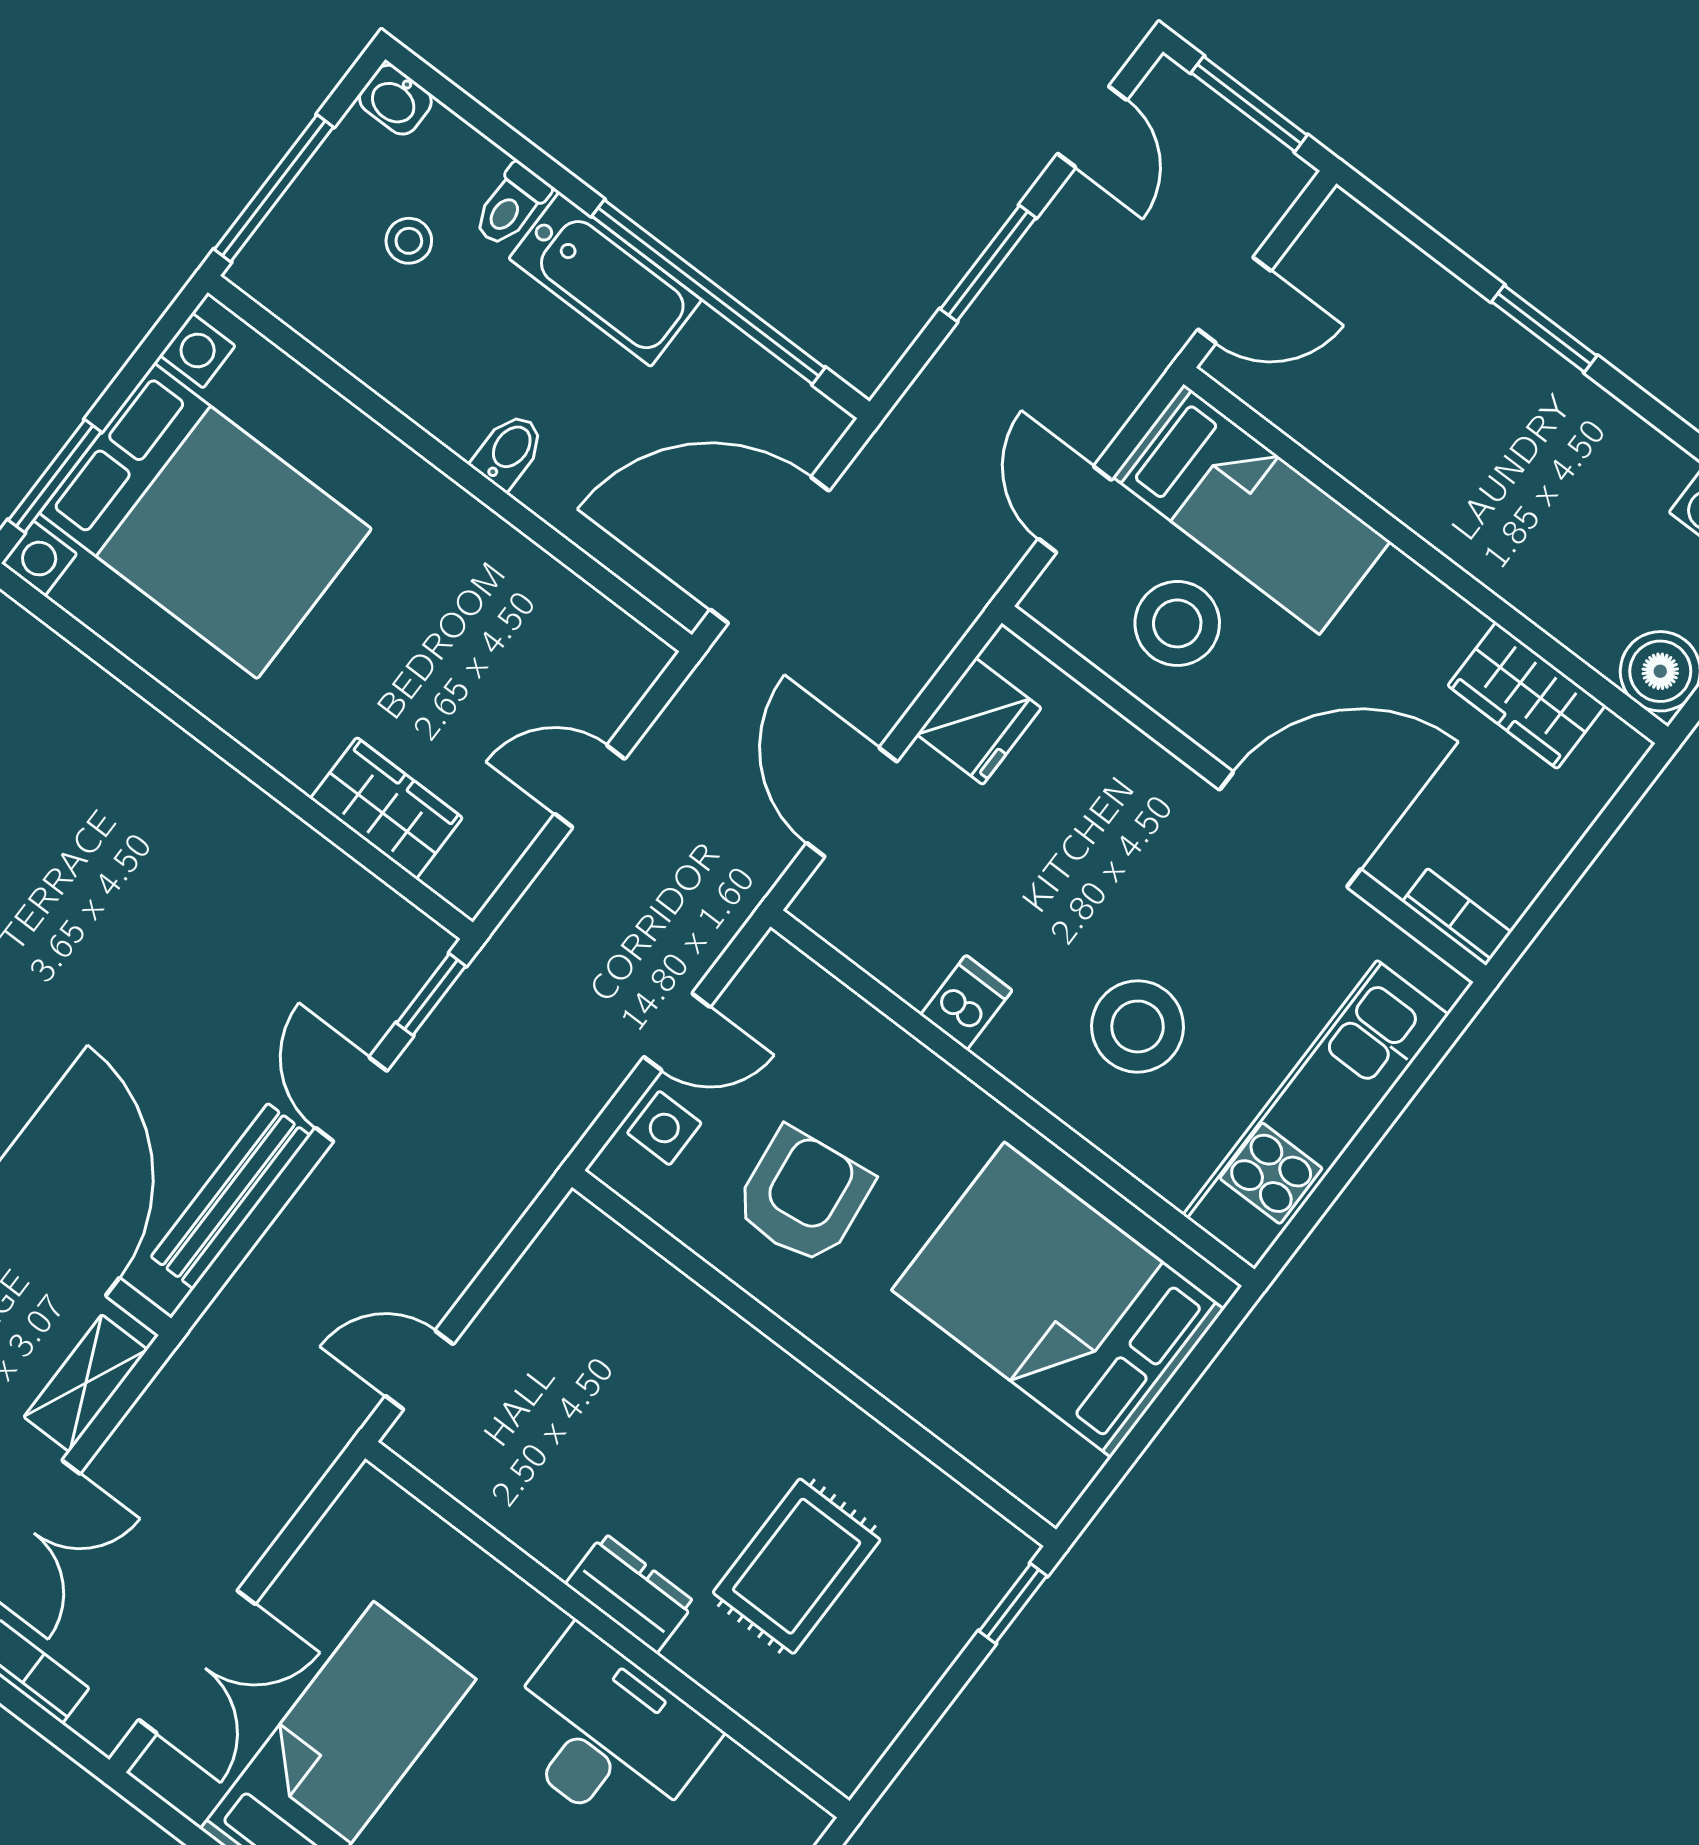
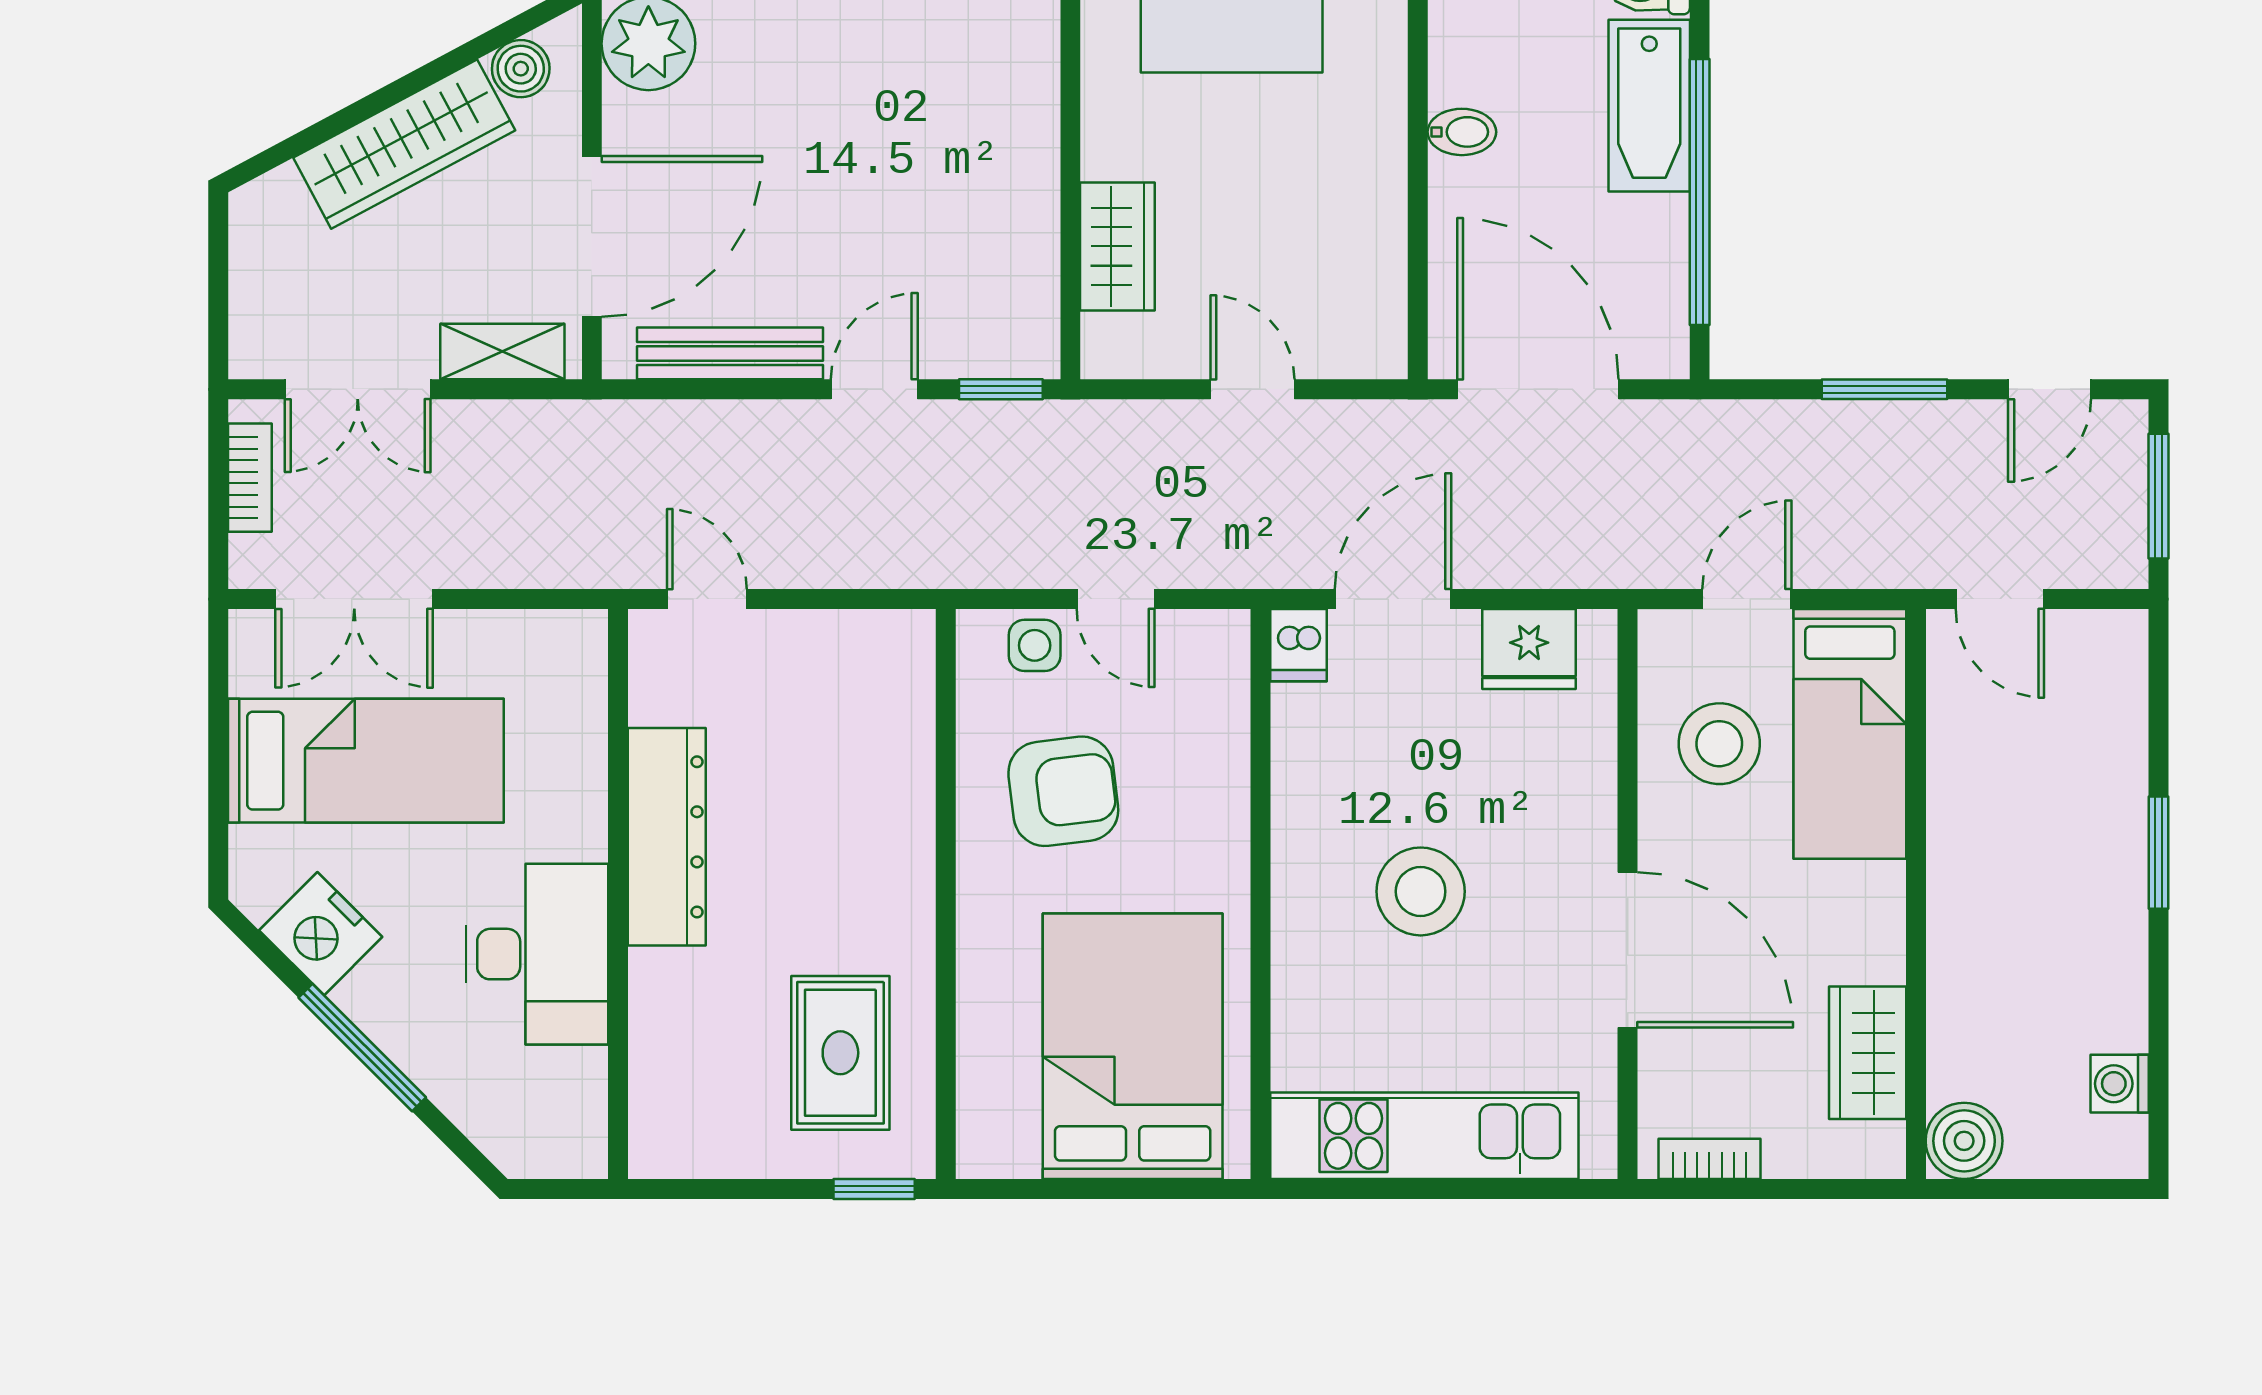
bookcase: (1457, 917) -> (1709, 1159), moved, turned -90
dishwasher: (966, 1003) -> (1298, 645), moved, turned 90
stool: (1138, 1026) -> (1421, 891), moved
rug: (797, 1566) -> (840, 1053), moved, turned 90
dresser: (630, 1593) -> (667, 837), width x1.96, depth x1.24

